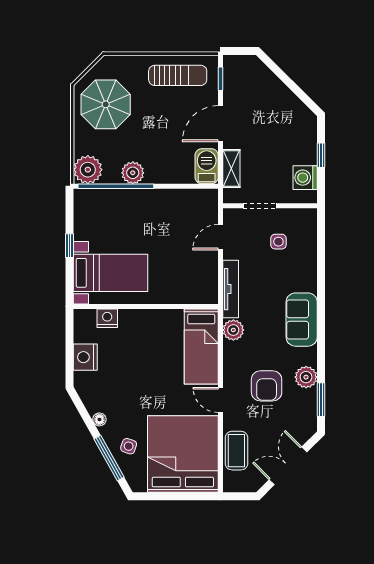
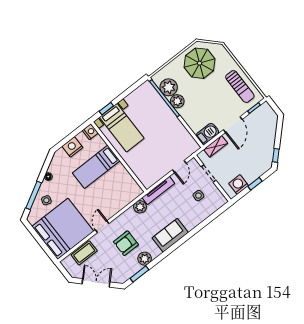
window: (305, 99) -> (276, 155), added
door: (221, 124) -> (233, 125), swing flipped
plant: (88, 170) -> (169, 87), moved
door: (221, 237) -> (179, 166), swing flipped
window: (70, 246) -> (106, 109), moved
nightstand: (107, 318) -> (90, 132), moved
bed: (201, 346) -> (96, 167), moved

